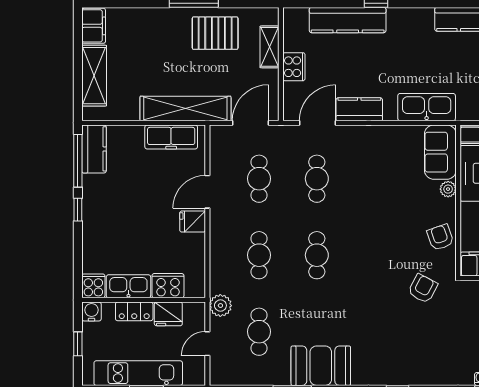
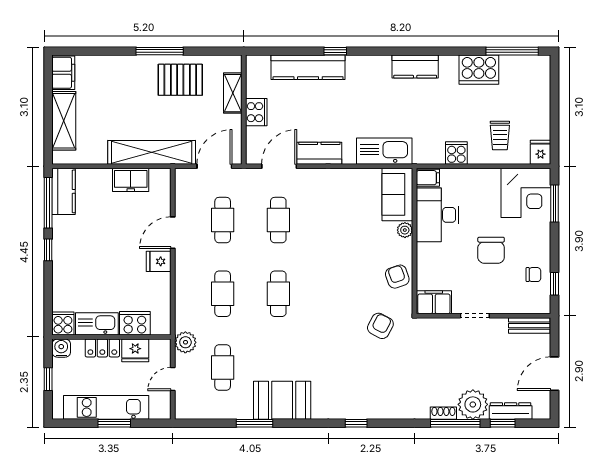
freezer: (171, 137) -> (131, 180), width x0.71

